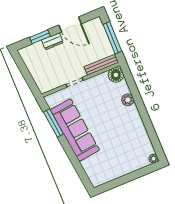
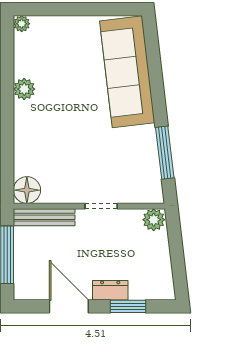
plant: (45, 86) -> (154, 220), added
plant: (128, 100) -> (24, 89), moved
sofa: (75, 130) -> (127, 72), moved

